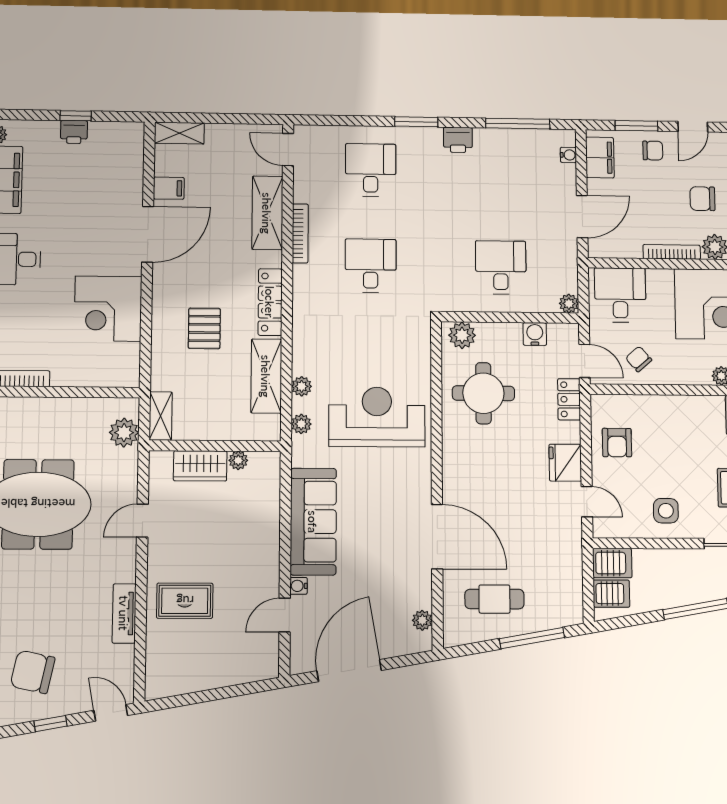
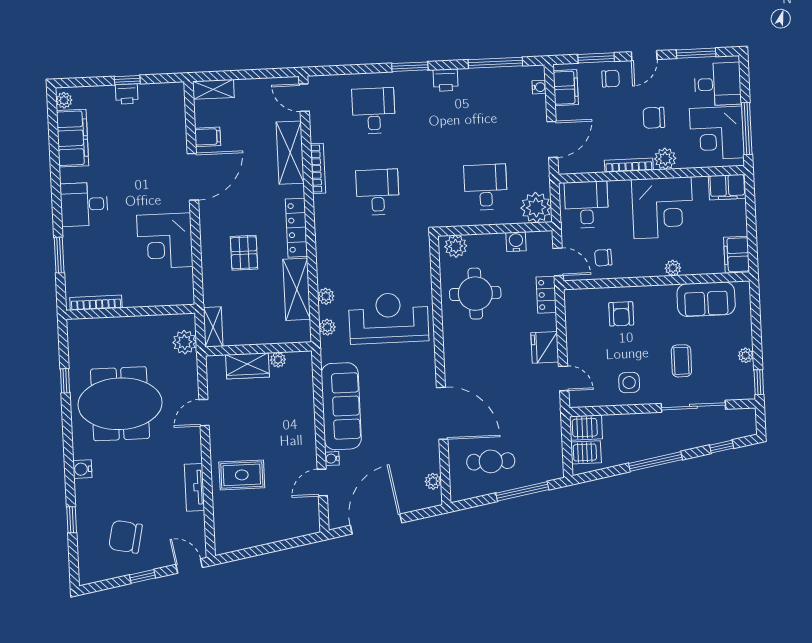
plant: (569, 304) -> (536, 207), width x1.88, depth x1.88
chair: (639, 359) -> (603, 258), turned -51
armchair: (617, 443) -> (621, 314), moved

